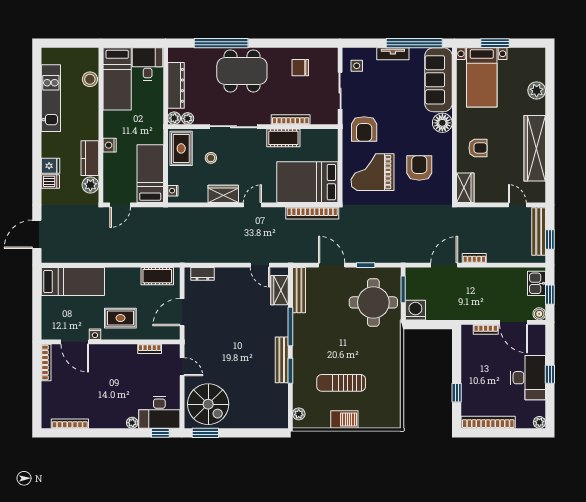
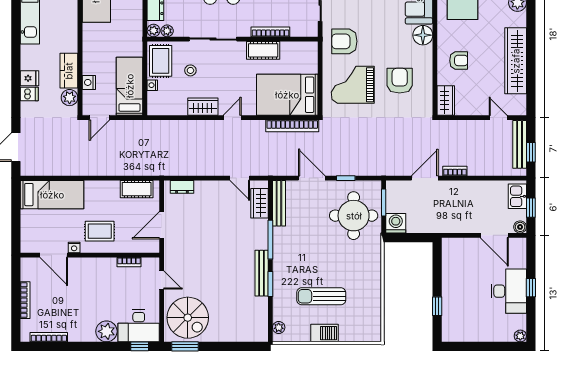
armchair: (364, 129) -> (344, 41), turned 90
nightstand: (110, 145) -> (89, 82), moved
nightstand: (173, 191) -> (152, 85), moved
bookcase: (486, 329) -> (466, 243), removed
bookcase: (46, 362) -> (25, 300), moved
bookcase: (488, 422) -> (469, 336), removed
plant: (132, 423) -> (106, 331), width x1.88, depth x1.88

